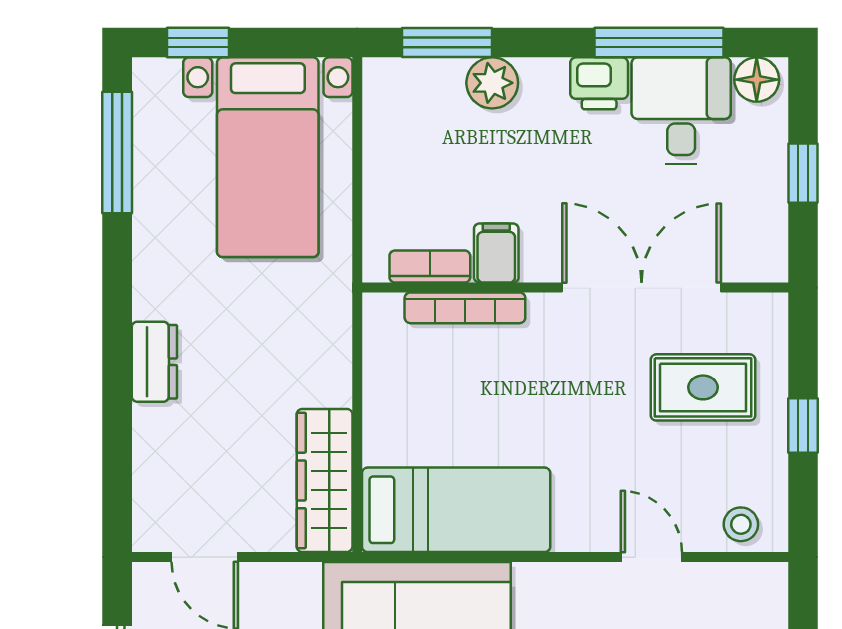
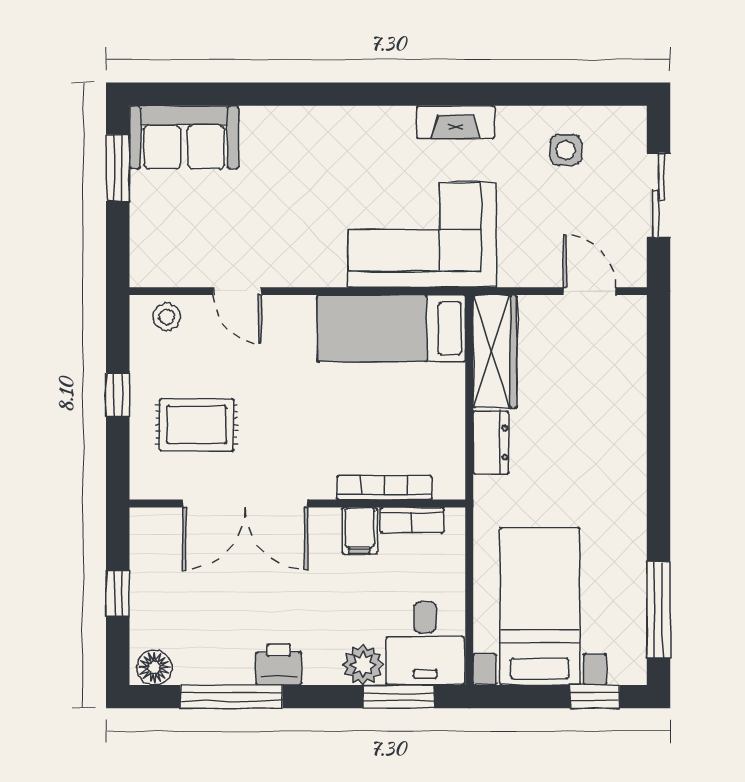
desk: (681, 111) -> (425, 643), moved
dresser: (154, 362) -> (491, 443), moved, turned 180

